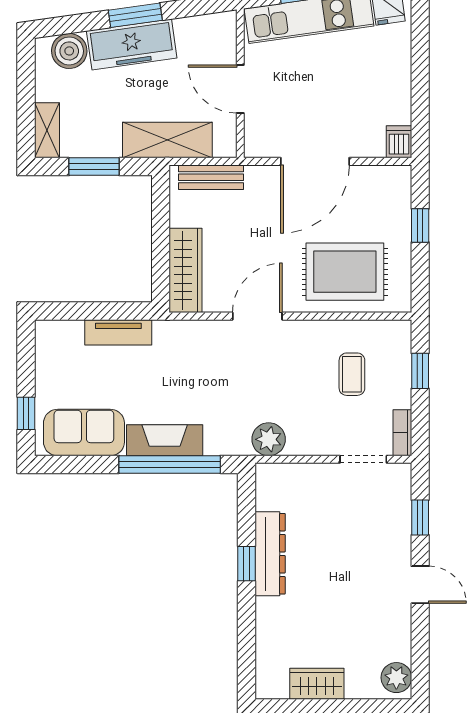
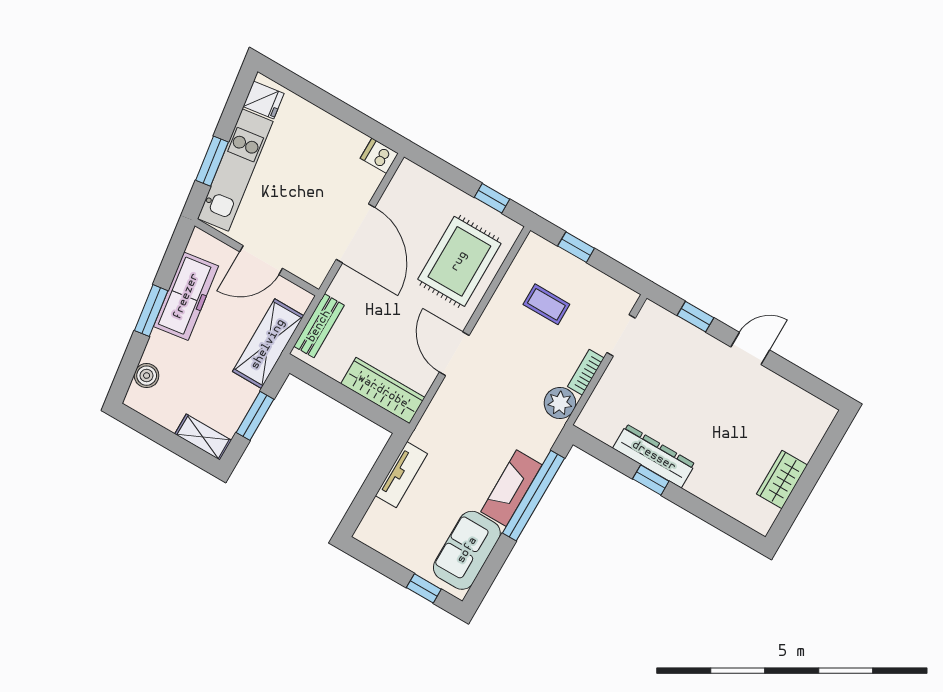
freezer: (132, 44) -> (186, 296), moved
boiler: (69, 51) -> (147, 376), width x0.73, depth x0.73
window: (420, 226) -> (492, 198), moved
bookcase: (402, 433) -> (586, 372), moved, turned 90
plant: (396, 678) -> (815, 412), removed

